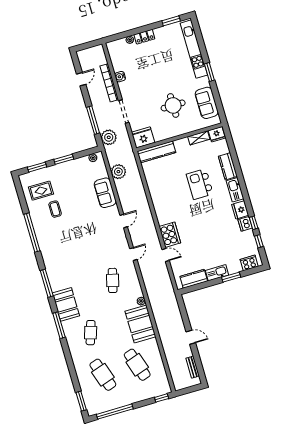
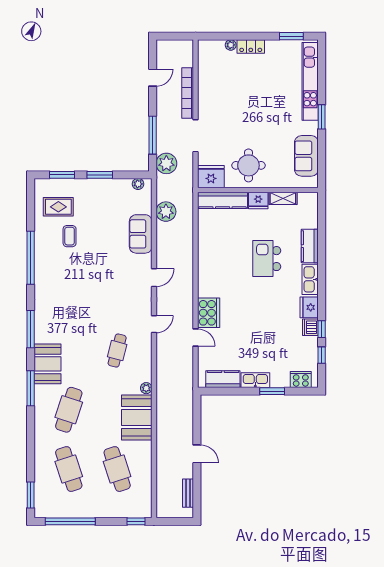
water cooler: (120, 77) -> (204, 89), removed
round table: (173, 105) -> (248, 165), moved
fridge: (217, 134) -> (258, 200), moved
cafe table: (91, 333) -> (69, 410), width x1.37, depth x1.35

